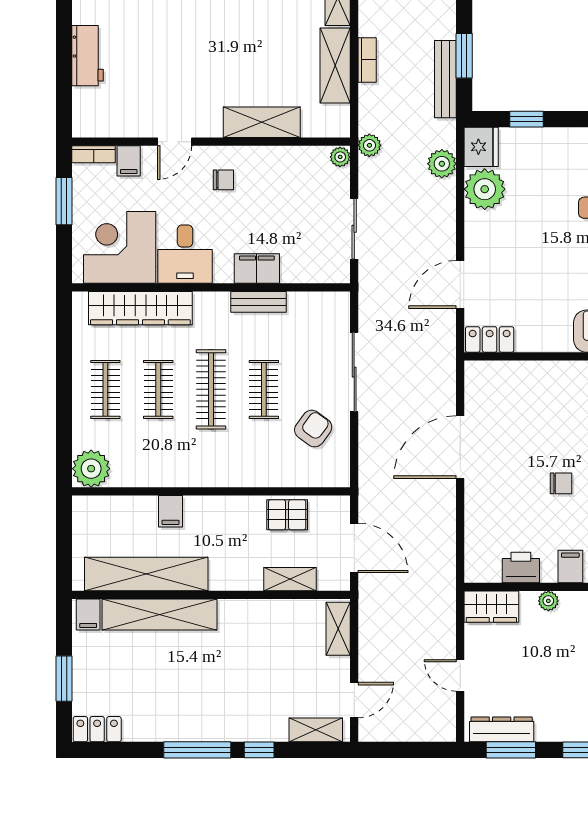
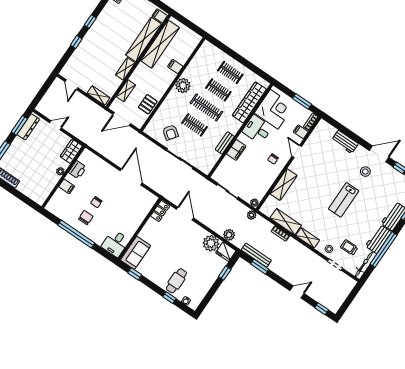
plant: (91, 469) -> (183, 86), moved
shelving: (316, 730) -> (125, 69), moved
window: (197, 750) -> (90, 21), width x0.46

